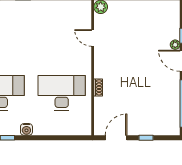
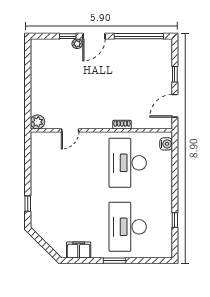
water cooler: (26, 129) -> (166, 144), moved
door: (116, 138) -> (175, 106), hinge flipped

